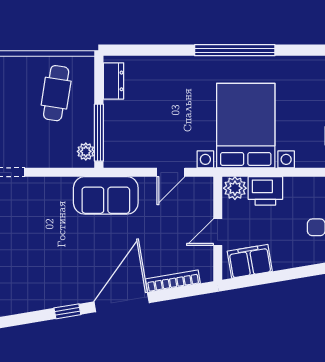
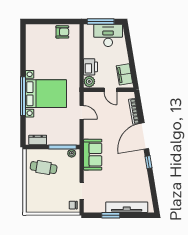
window: (235, 50) -> (23, 96), moved
bed with nightstands: (246, 126) -> (46, 94), moved, turned 180
sofa: (106, 195) -> (93, 155), moved
door: (122, 302) -> (144, 136), hinge flipped

